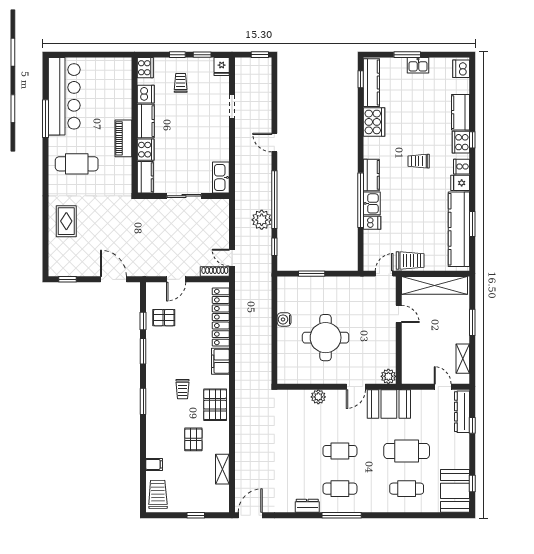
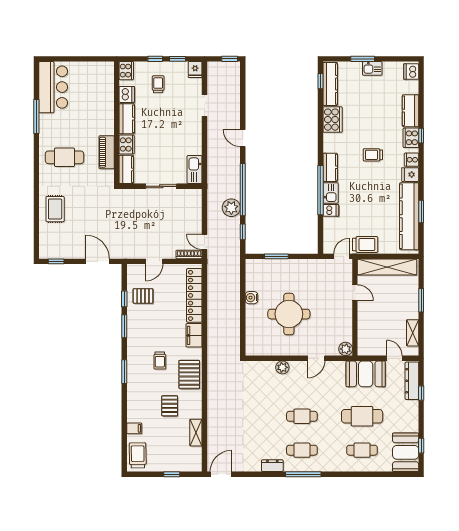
bar counter: (64, 96) -> (53, 87), width x0.73
piano: (123, 138) -> (107, 152), moved
booth: (389, 404) -> (366, 374), moved

